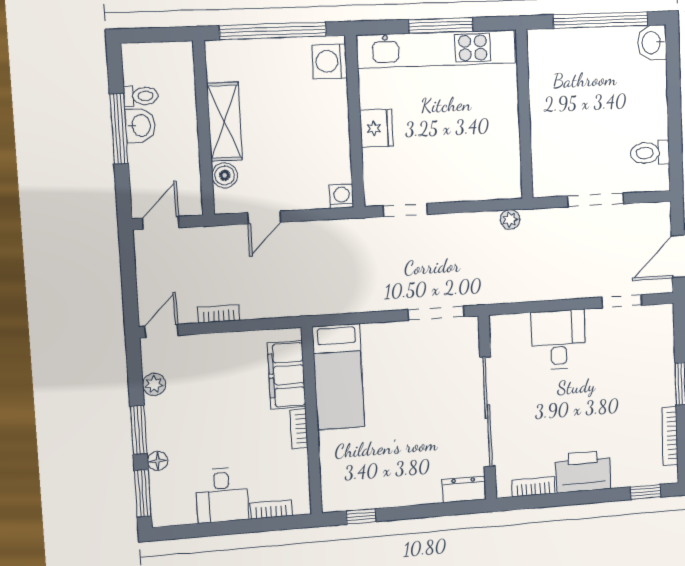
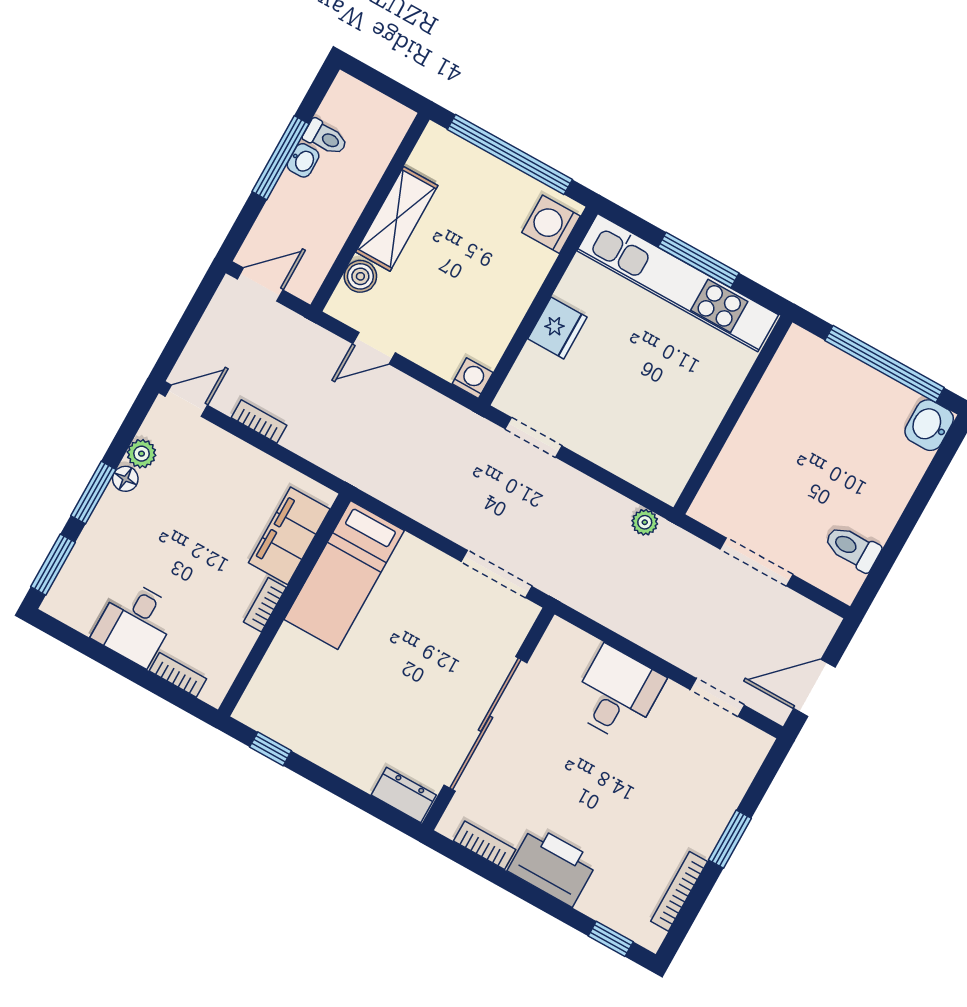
washbasin: (140, 126) -> (303, 160), width x0.72, depth x0.69
floor lamp: (158, 461) -> (125, 479), moved

